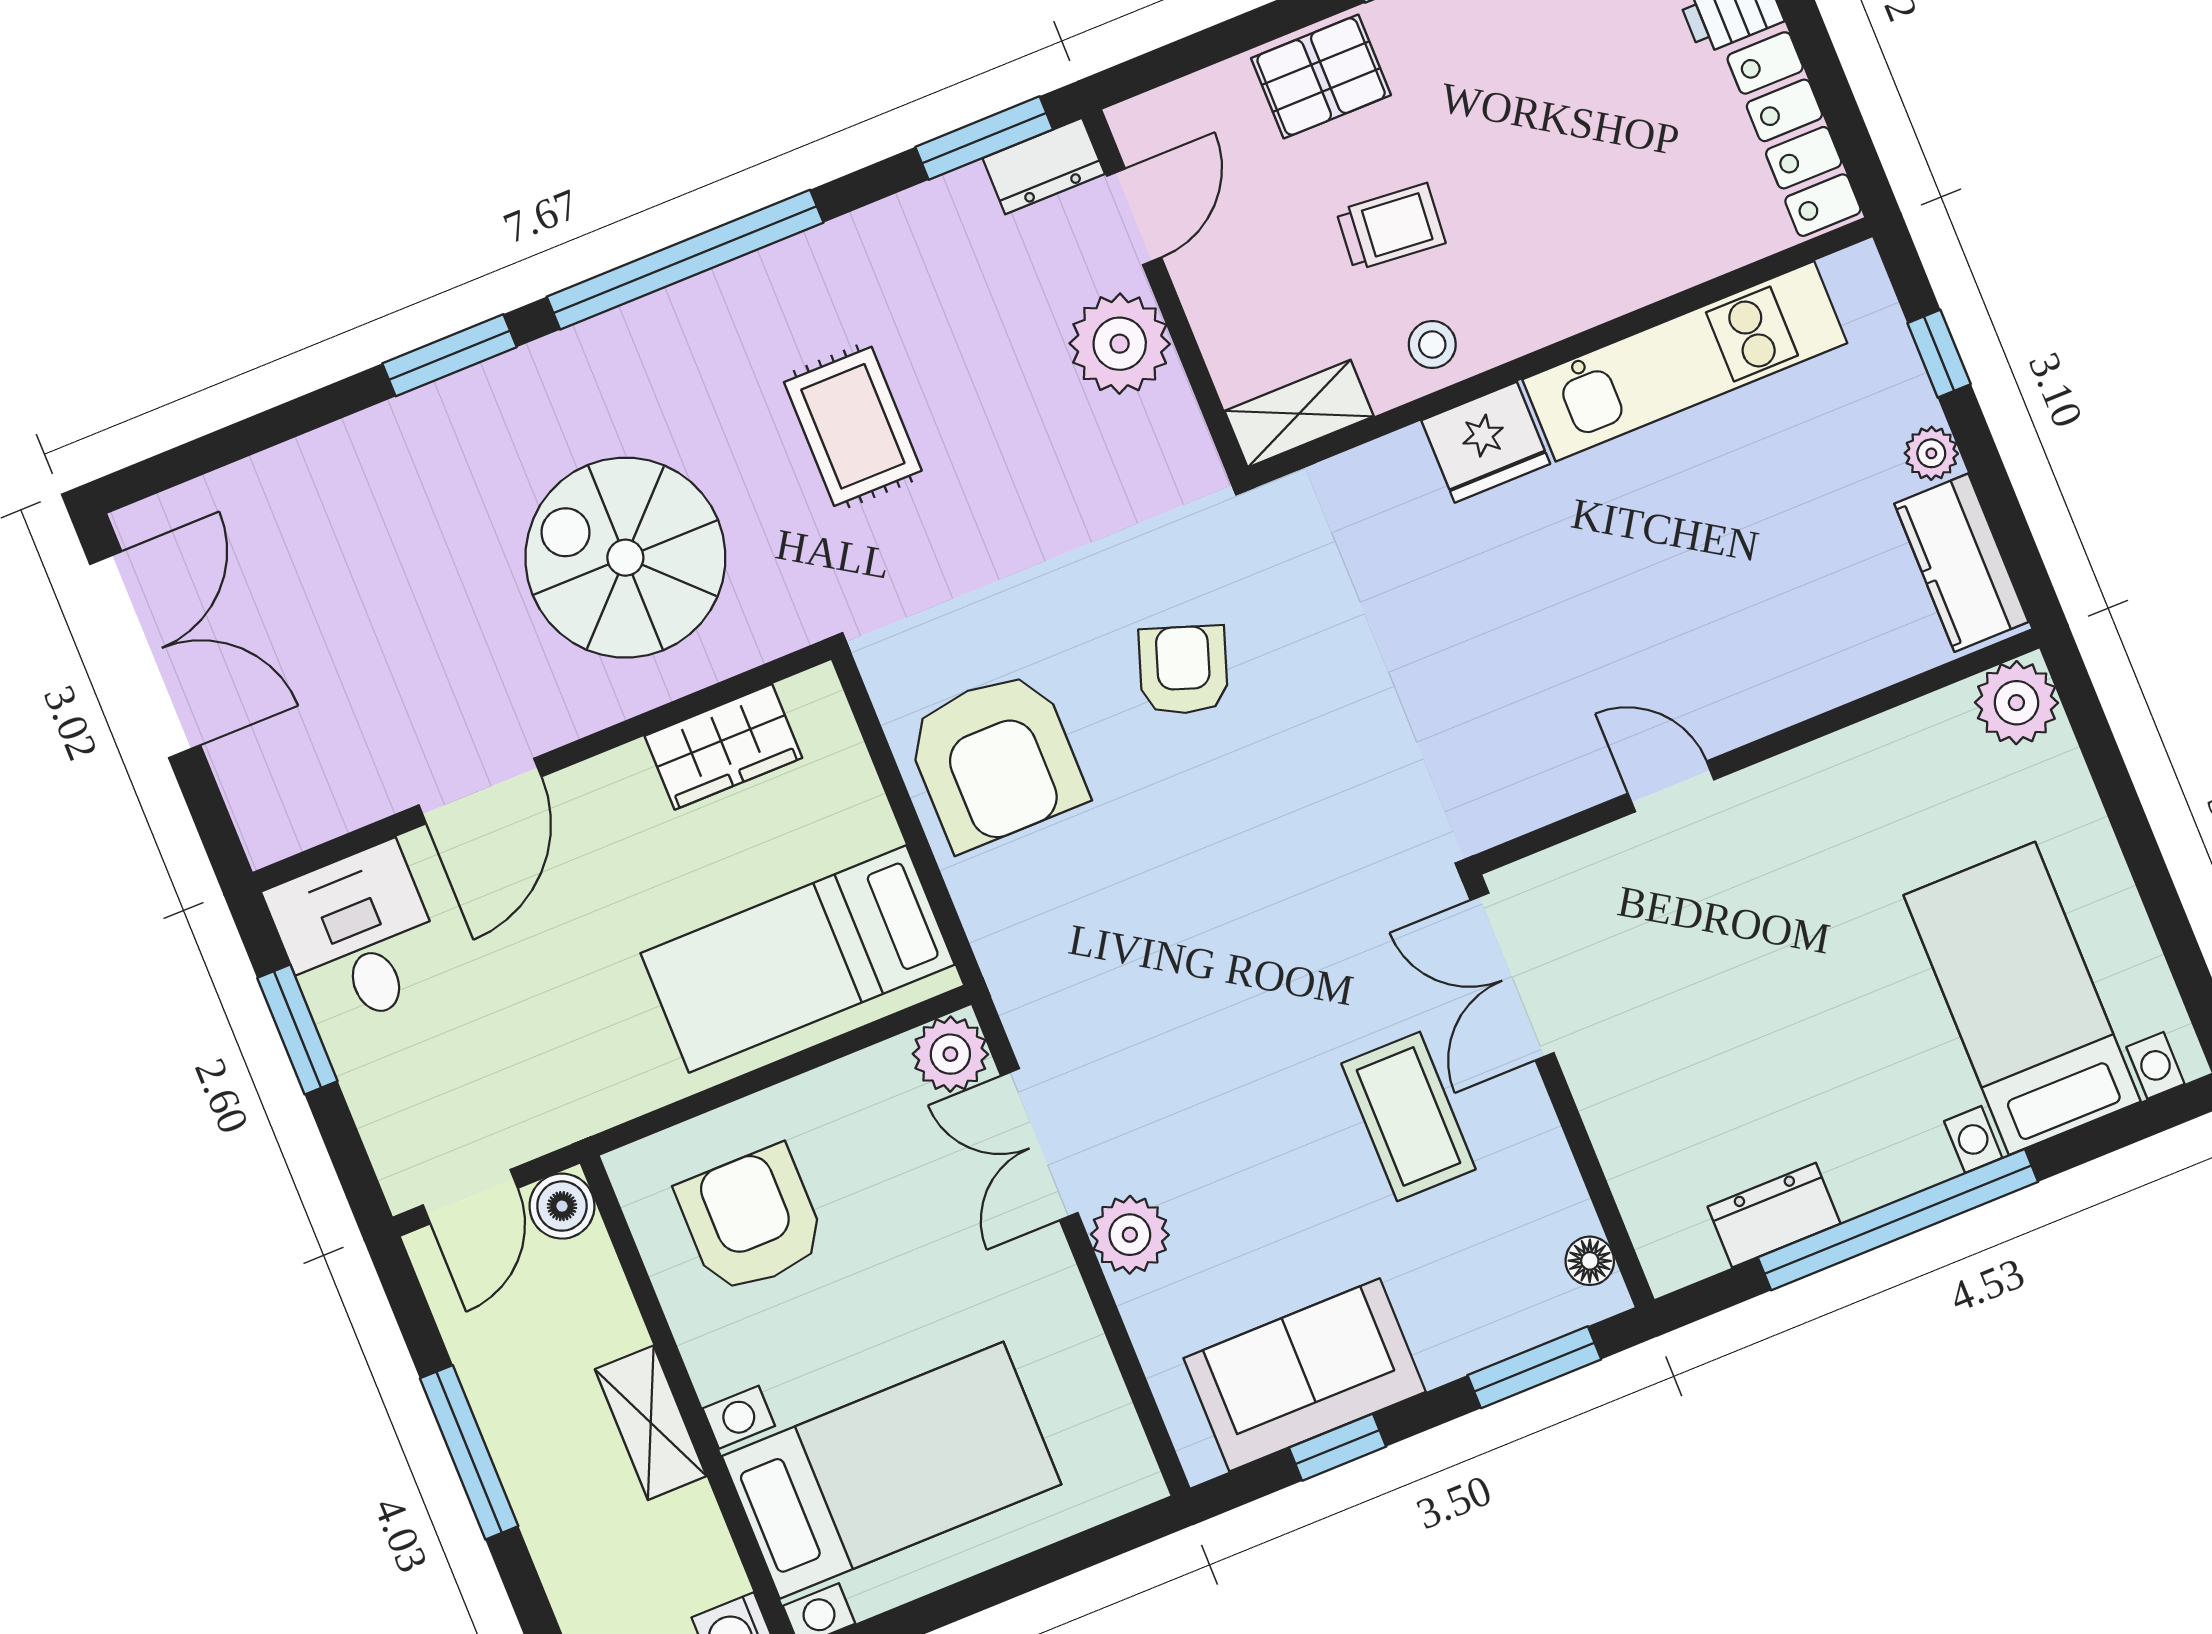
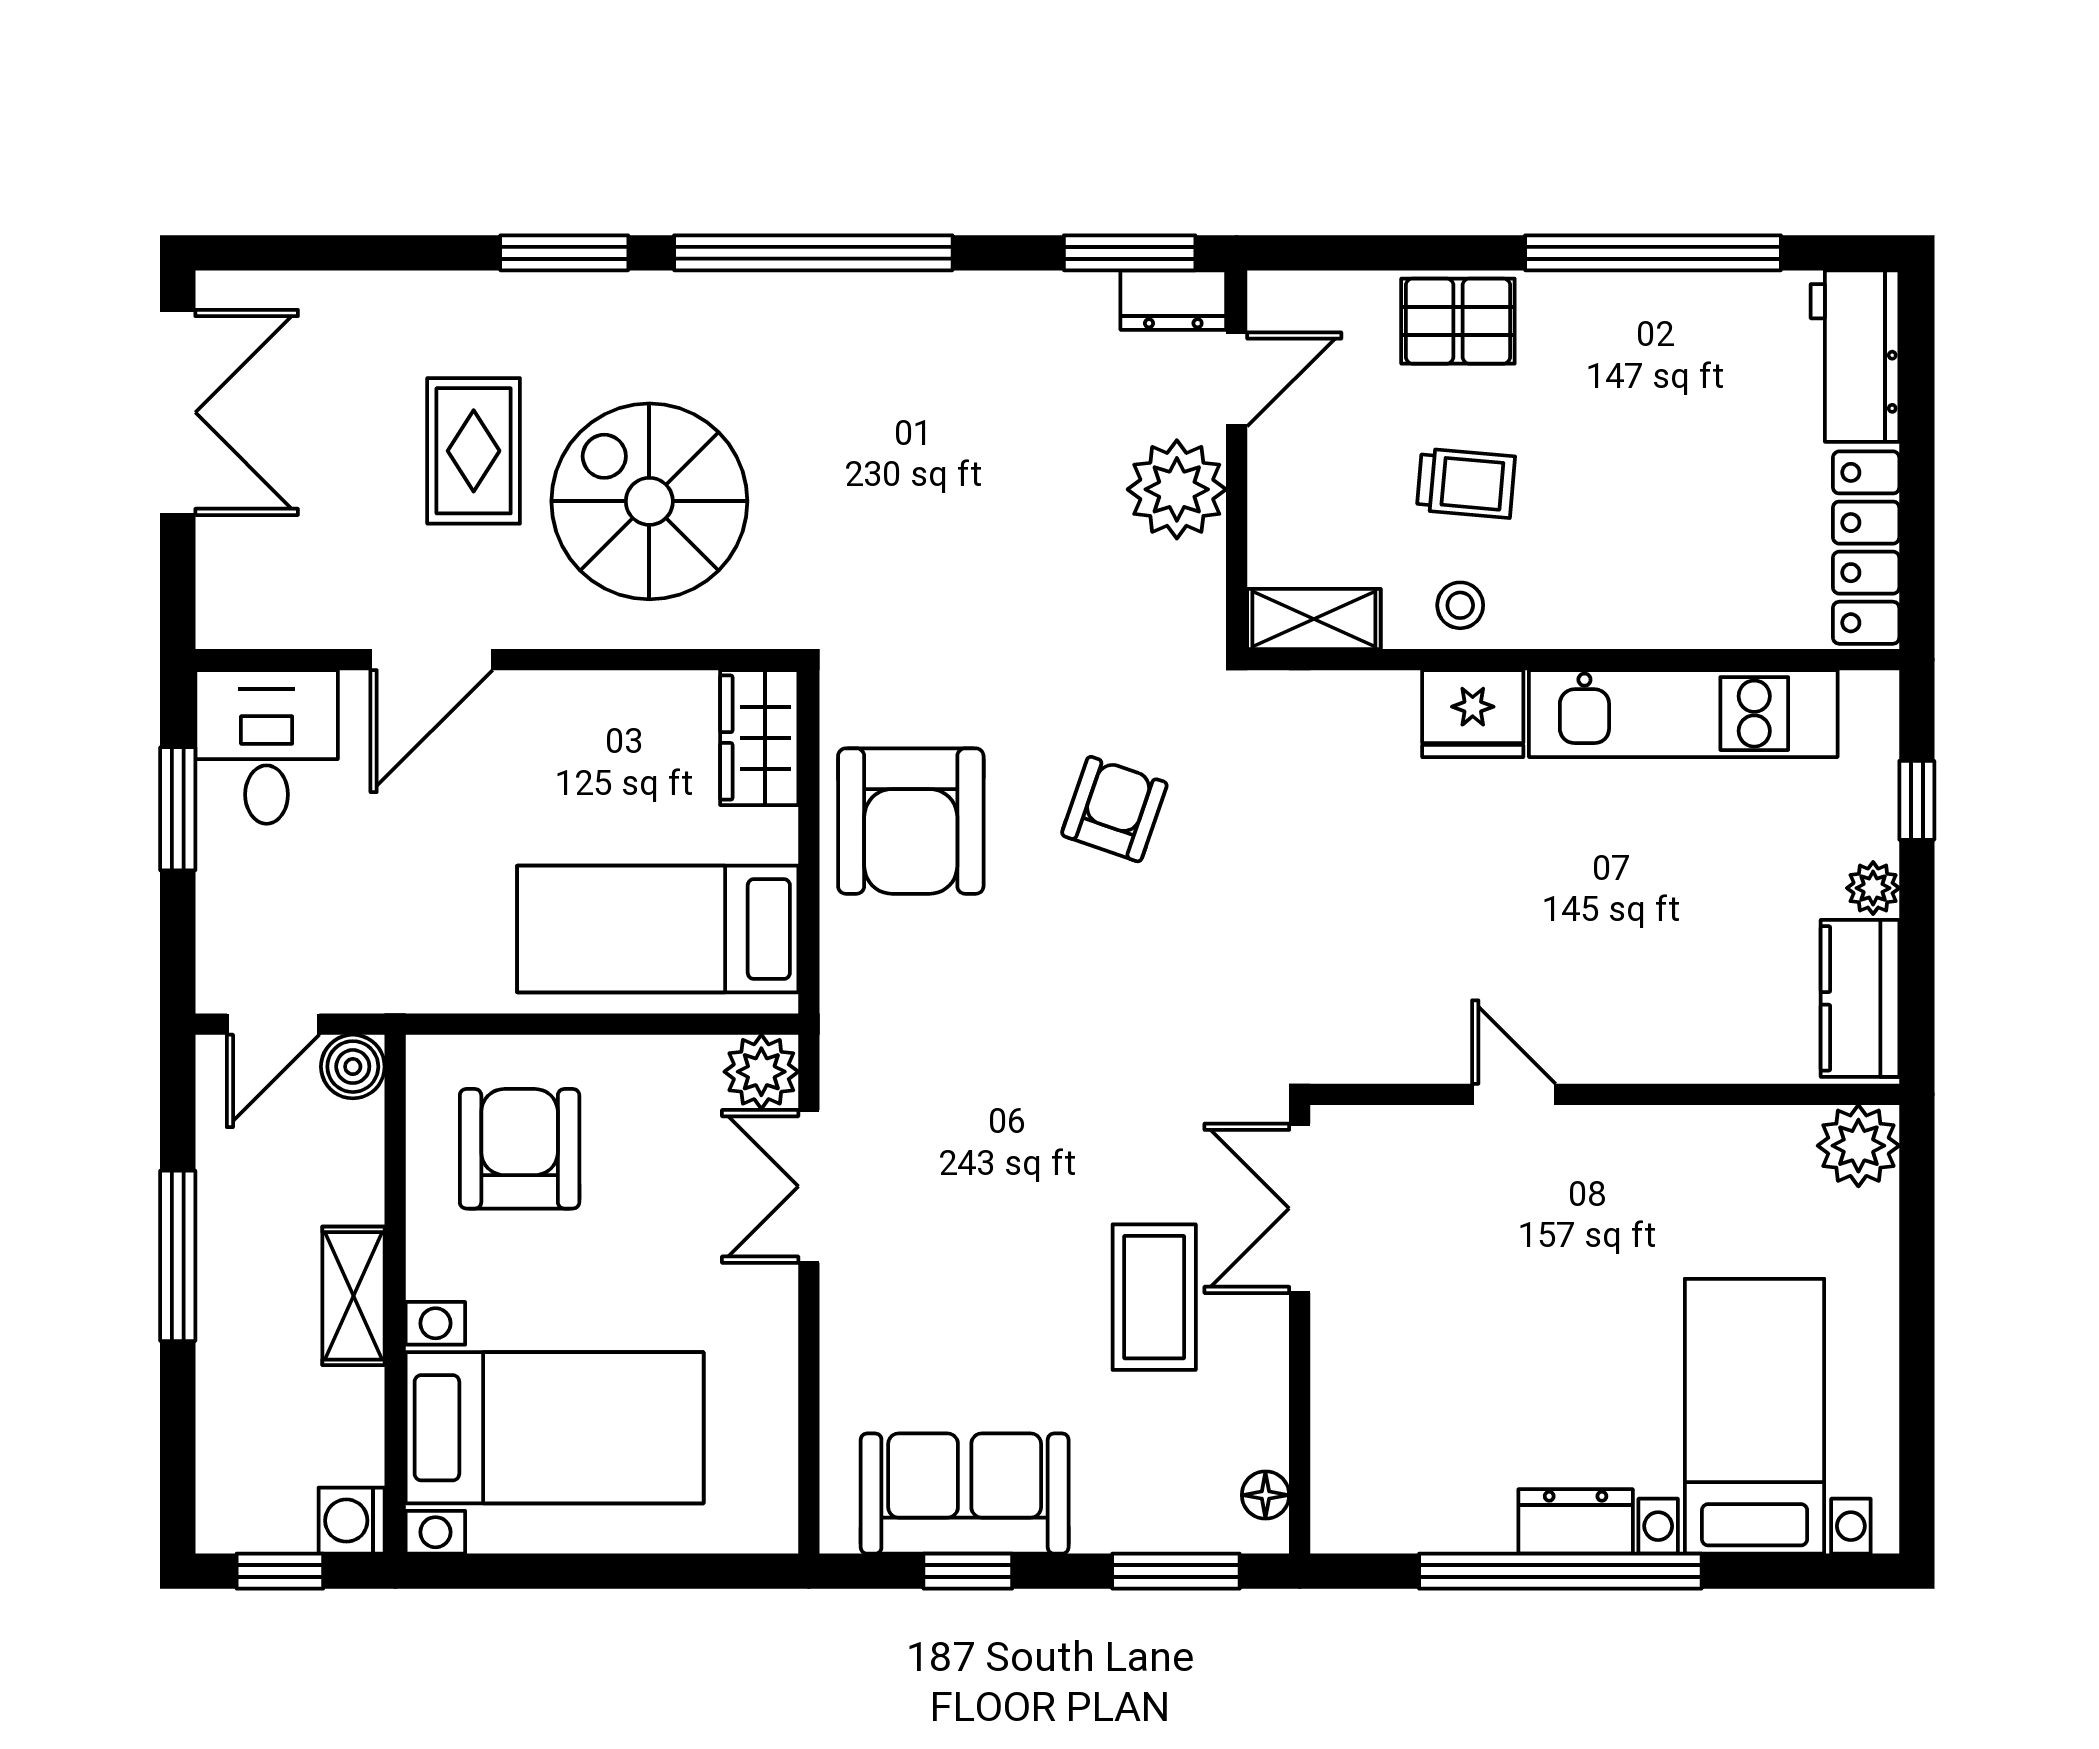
rug: (853, 426) -> (474, 451), moved
wardrobe: (723, 747) -> (759, 738), moved, turned 90
dresser: (1774, 1215) -> (1576, 1521), moved
plant: (1130, 1235) -> (858, 1302), removed

